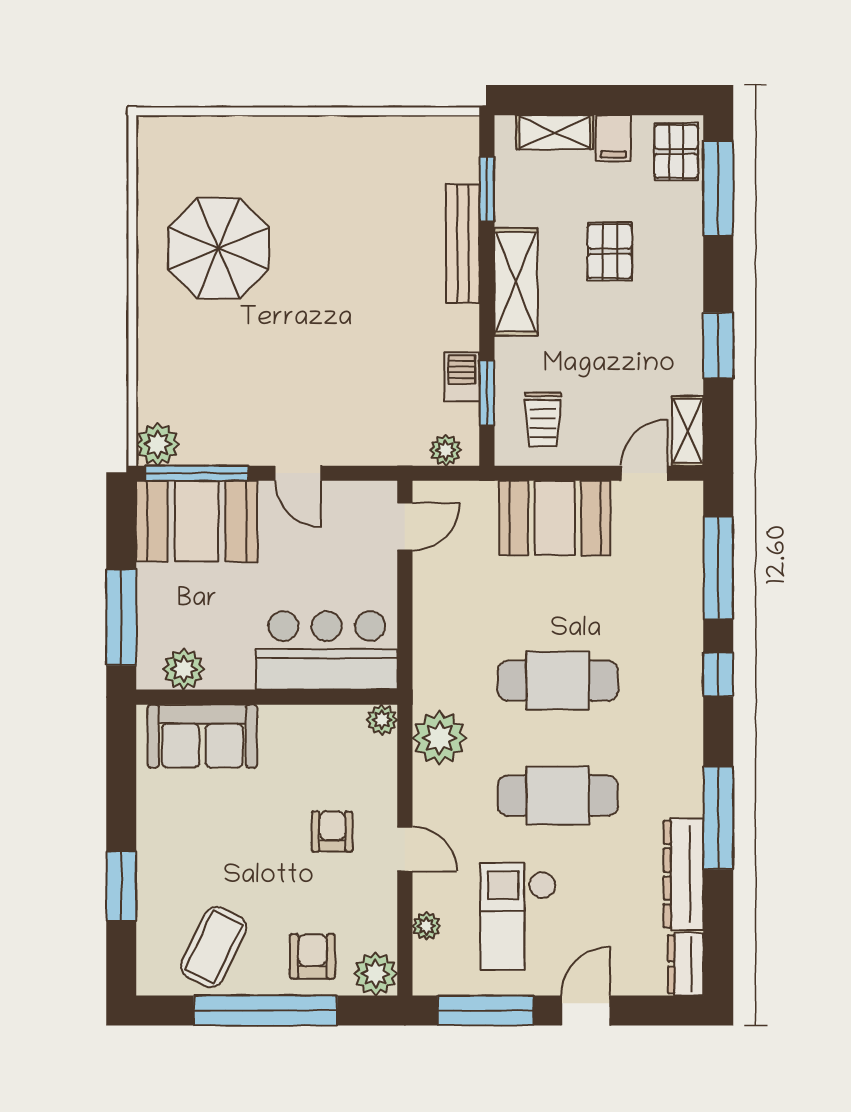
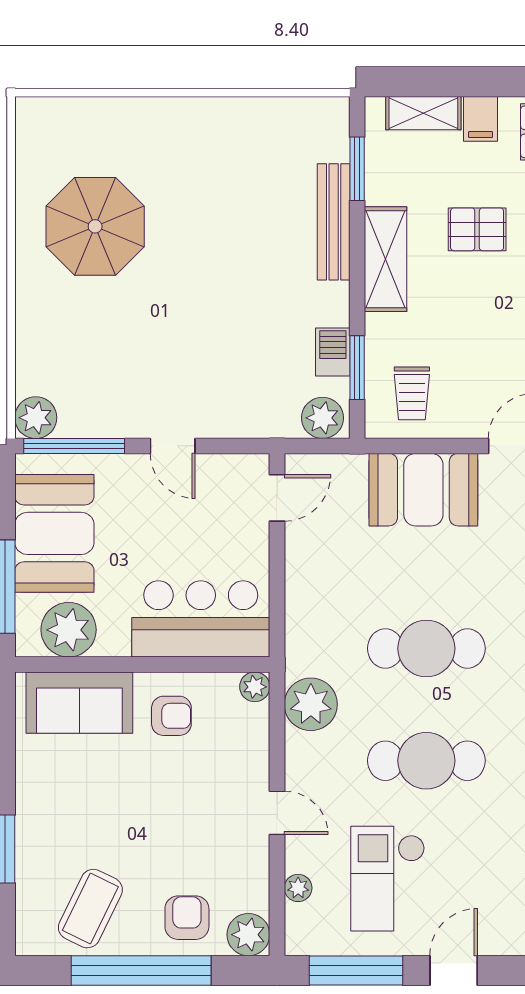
pallet: (610, 251) -> (477, 229), turned 90
plant: (446, 450) -> (323, 418), width x1.38, depth x1.38
booth: (197, 521) -> (54, 533), moved, turned 90
plant: (184, 669) -> (69, 630), width x1.36, depth x1.36
armchair: (332, 831) -> (171, 716), moved, turned 90

